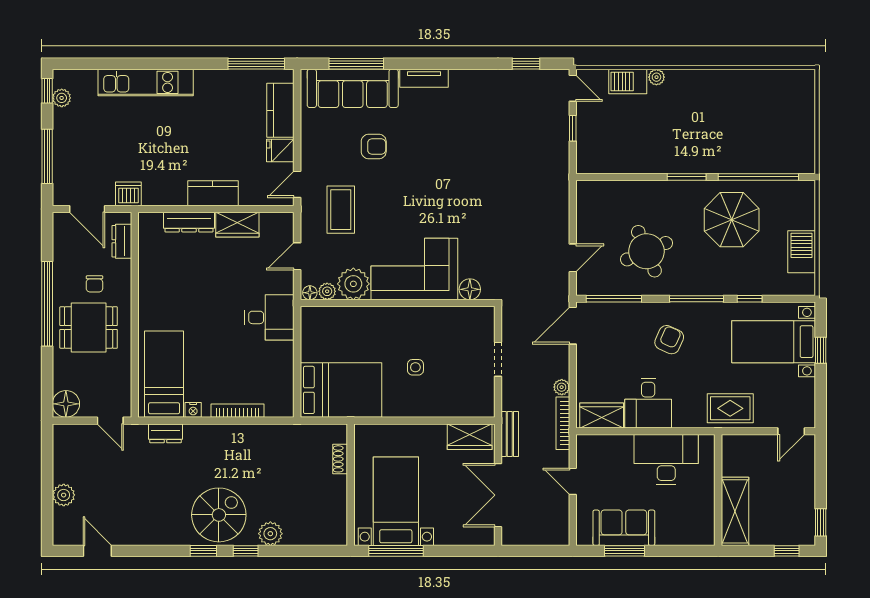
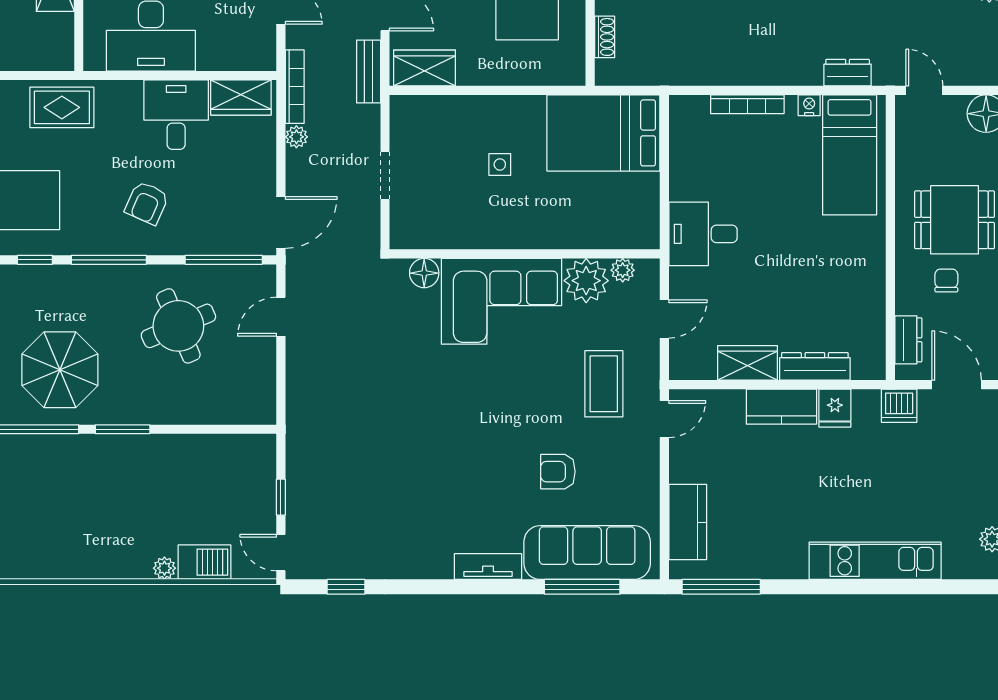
fridge: (280, 150) -> (835, 408), moved, turned 90
floor lamp: (310, 293) -> (647, 268), removed

